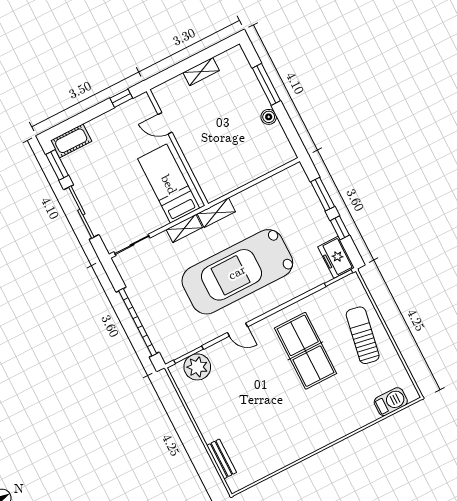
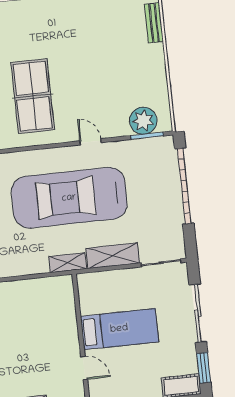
bed: (169, 184) -> (119, 329), moved, turned -90
shelving: (184, 229) -> (113, 256), width x1.50, depth x1.33
car: (237, 272) -> (69, 198), turned 180

